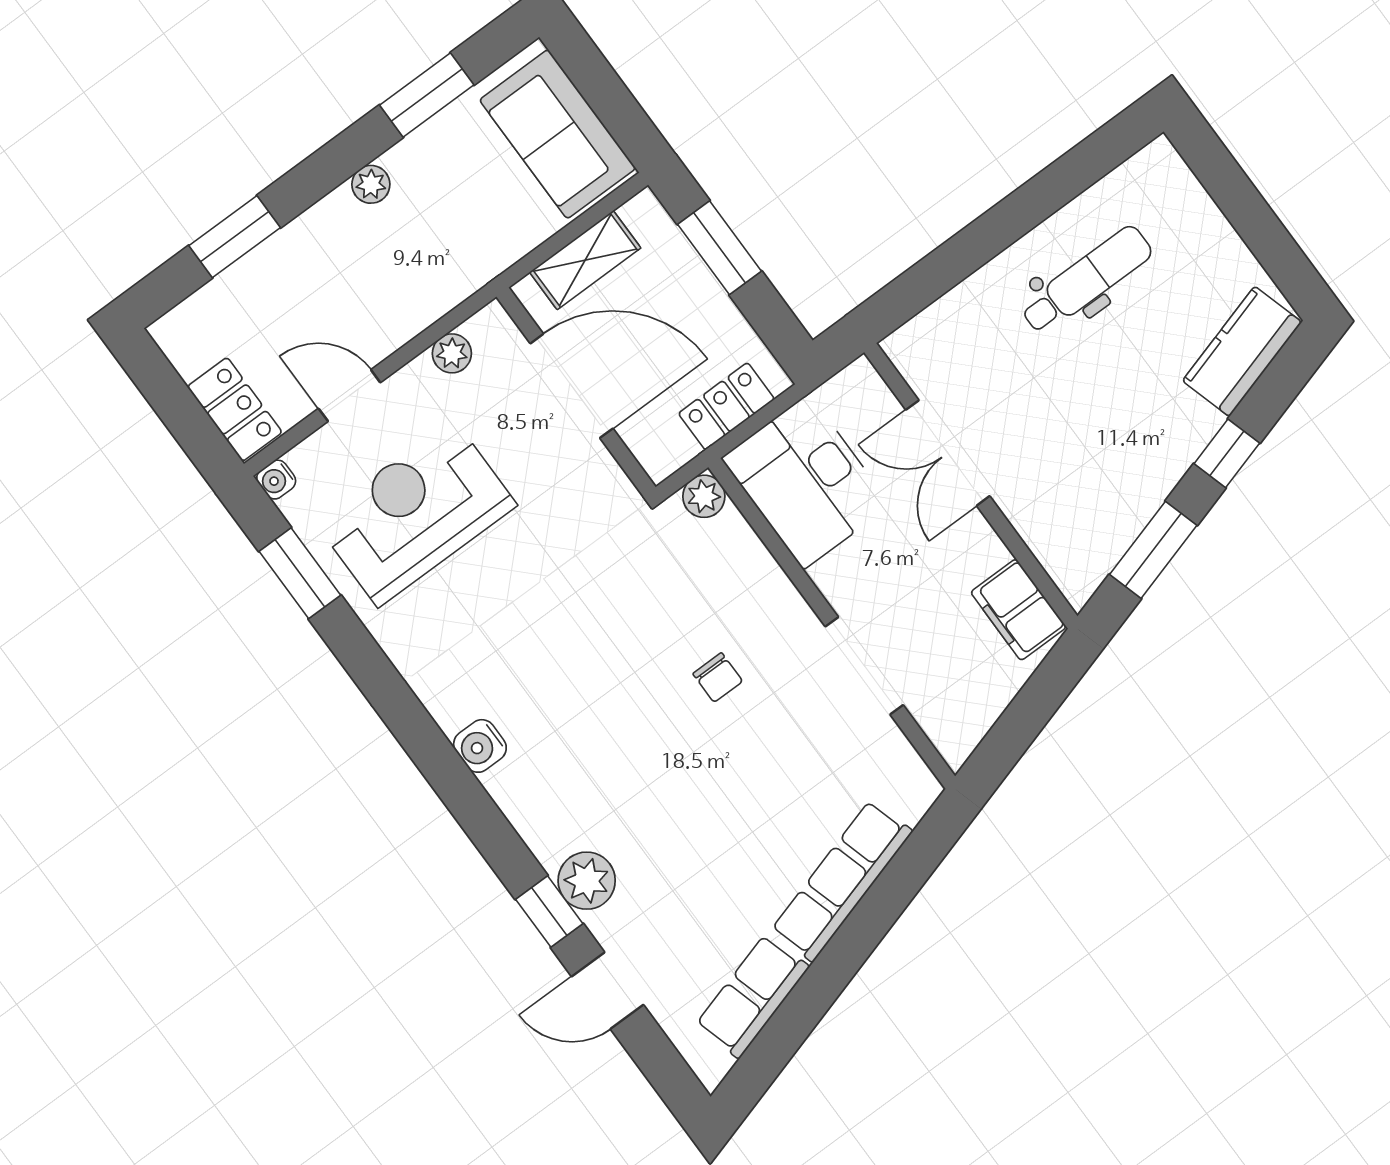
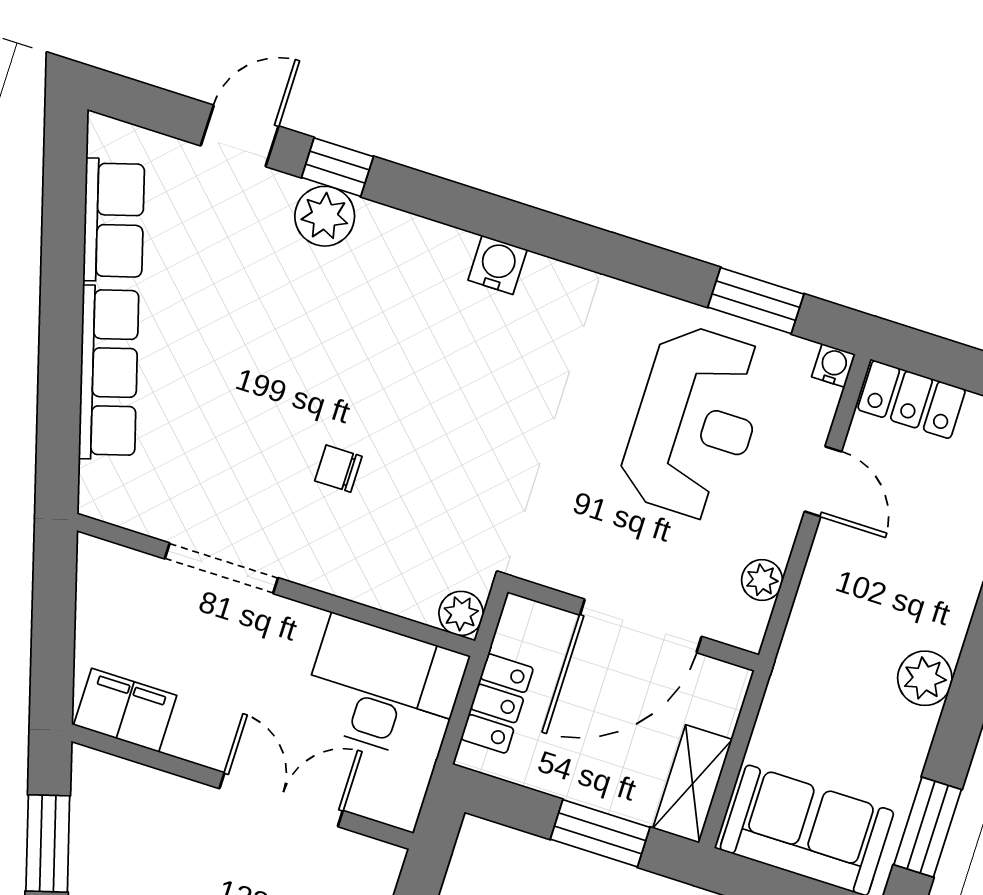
window: (427, 95) -> (928, 827), moved
plant: (371, 184) -> (925, 678), width x1.38, depth x1.38
shelving: (585, 260) -> (693, 784), moved
door: (349, 396) -> (823, 482), hinge flipped

